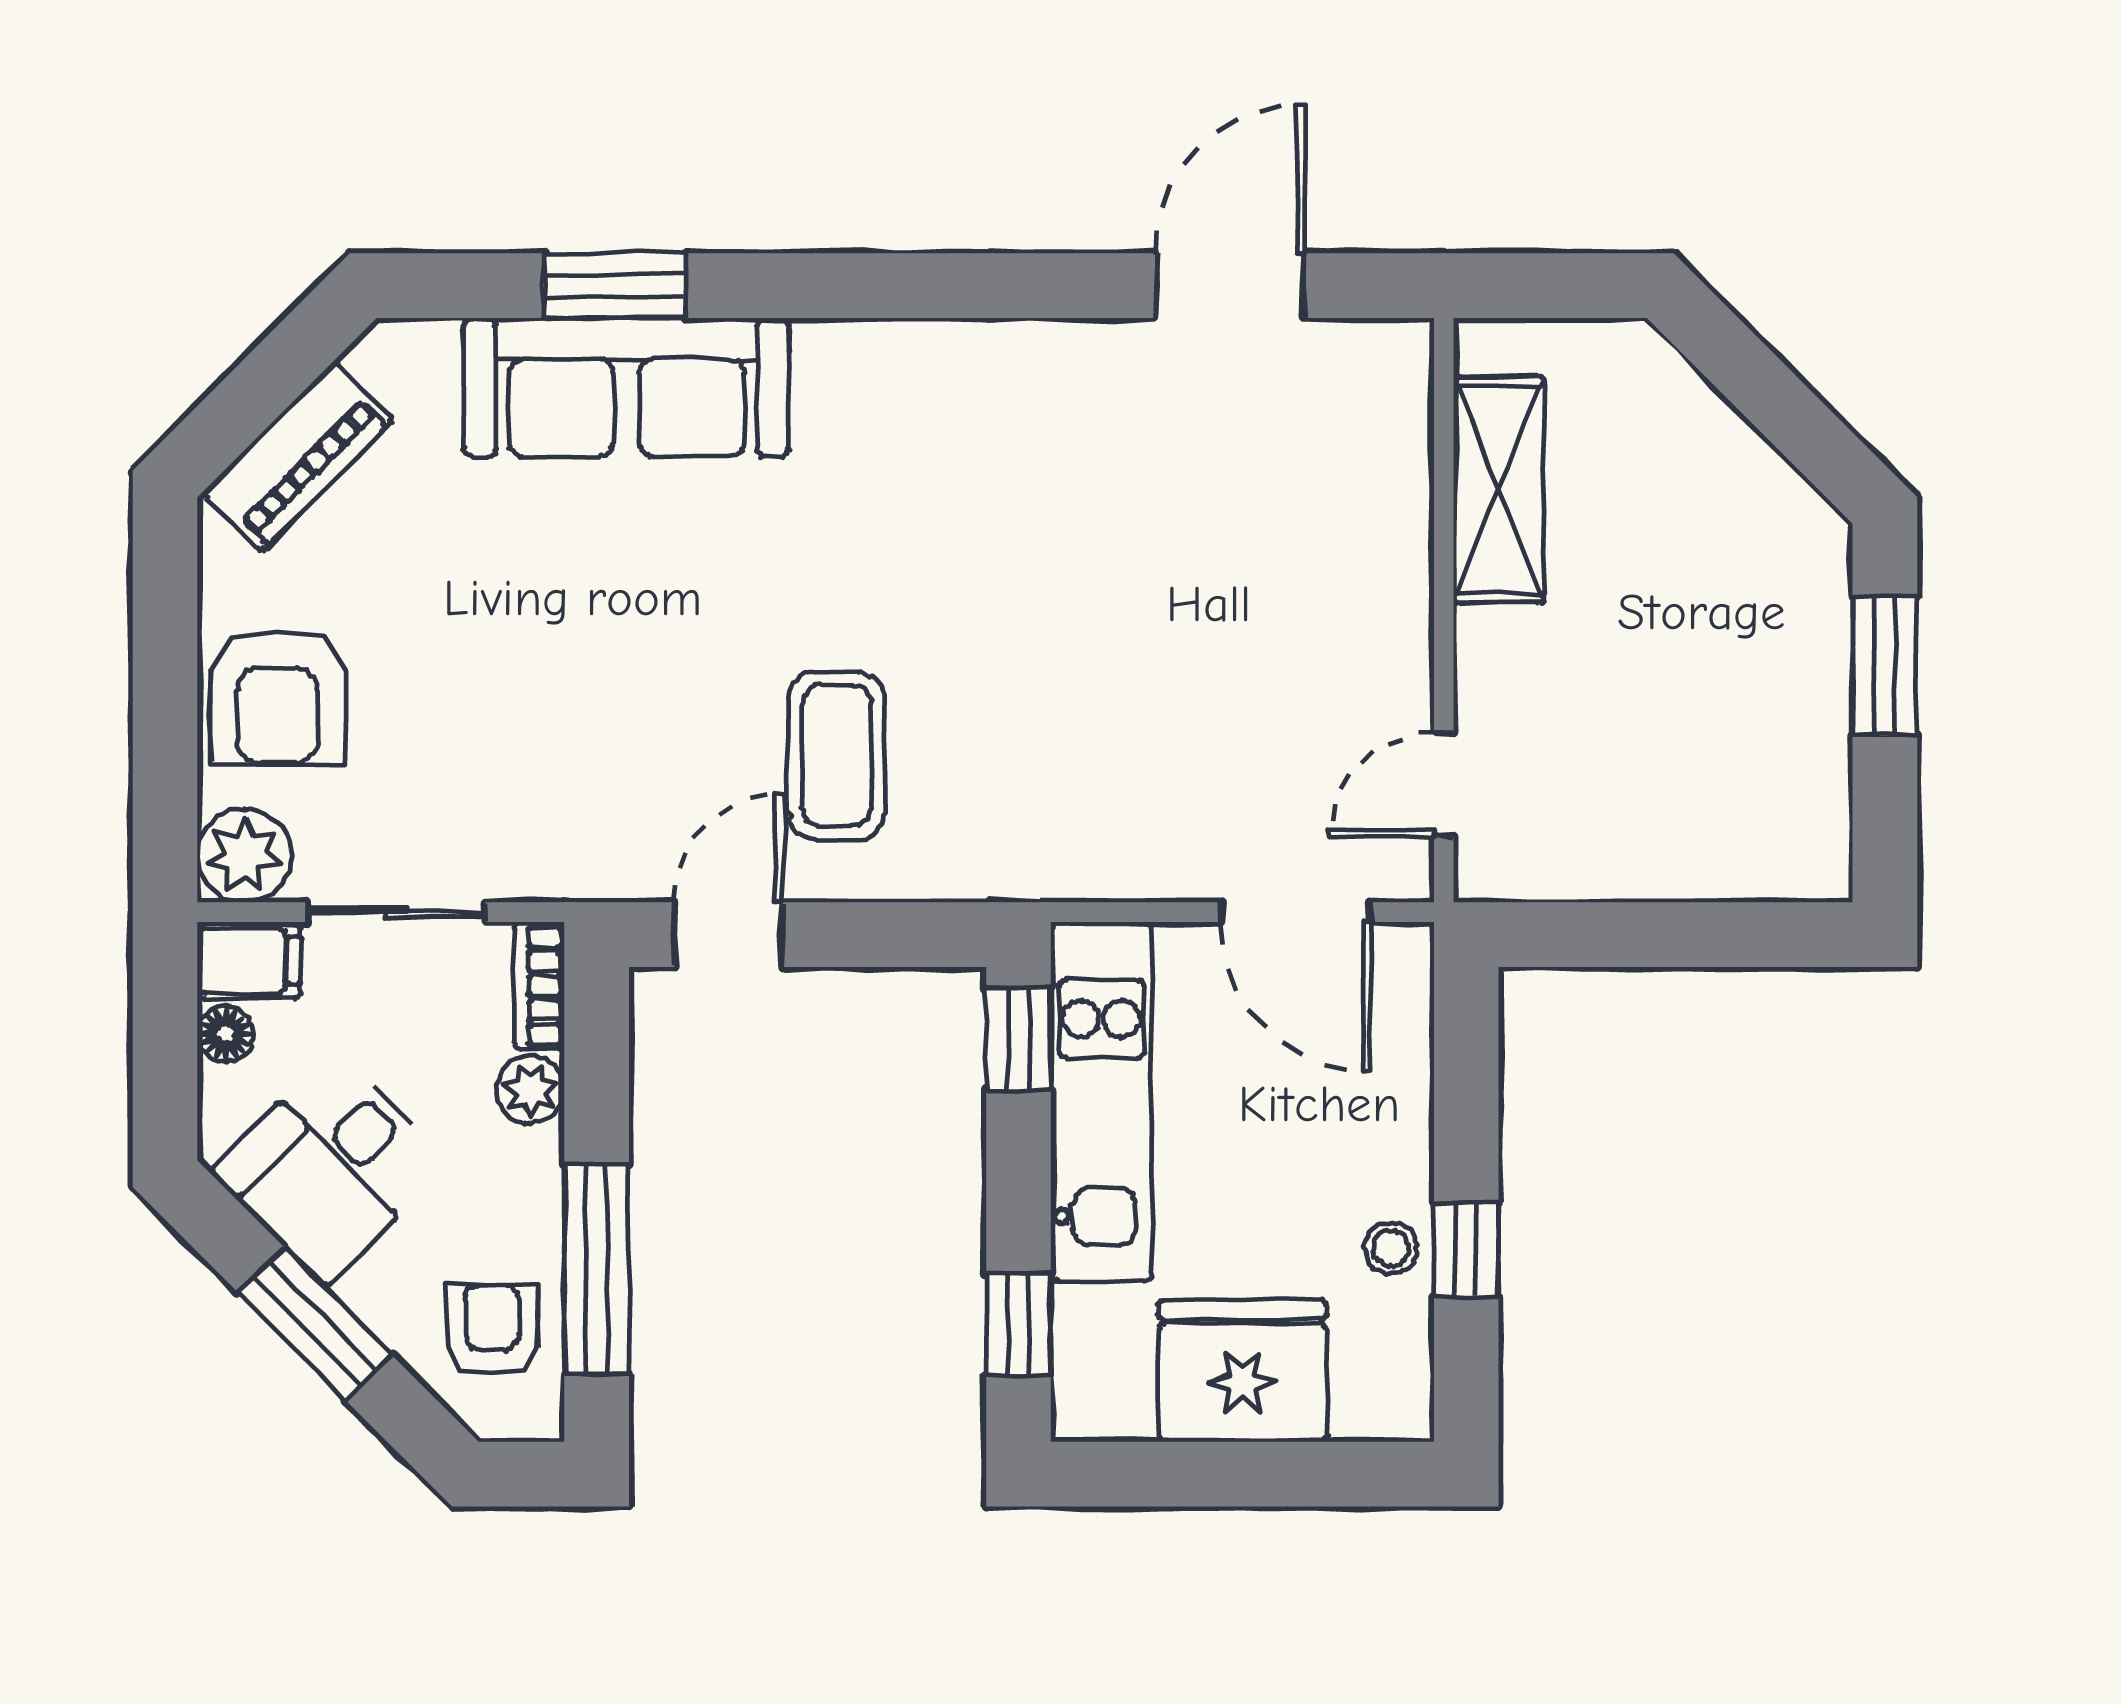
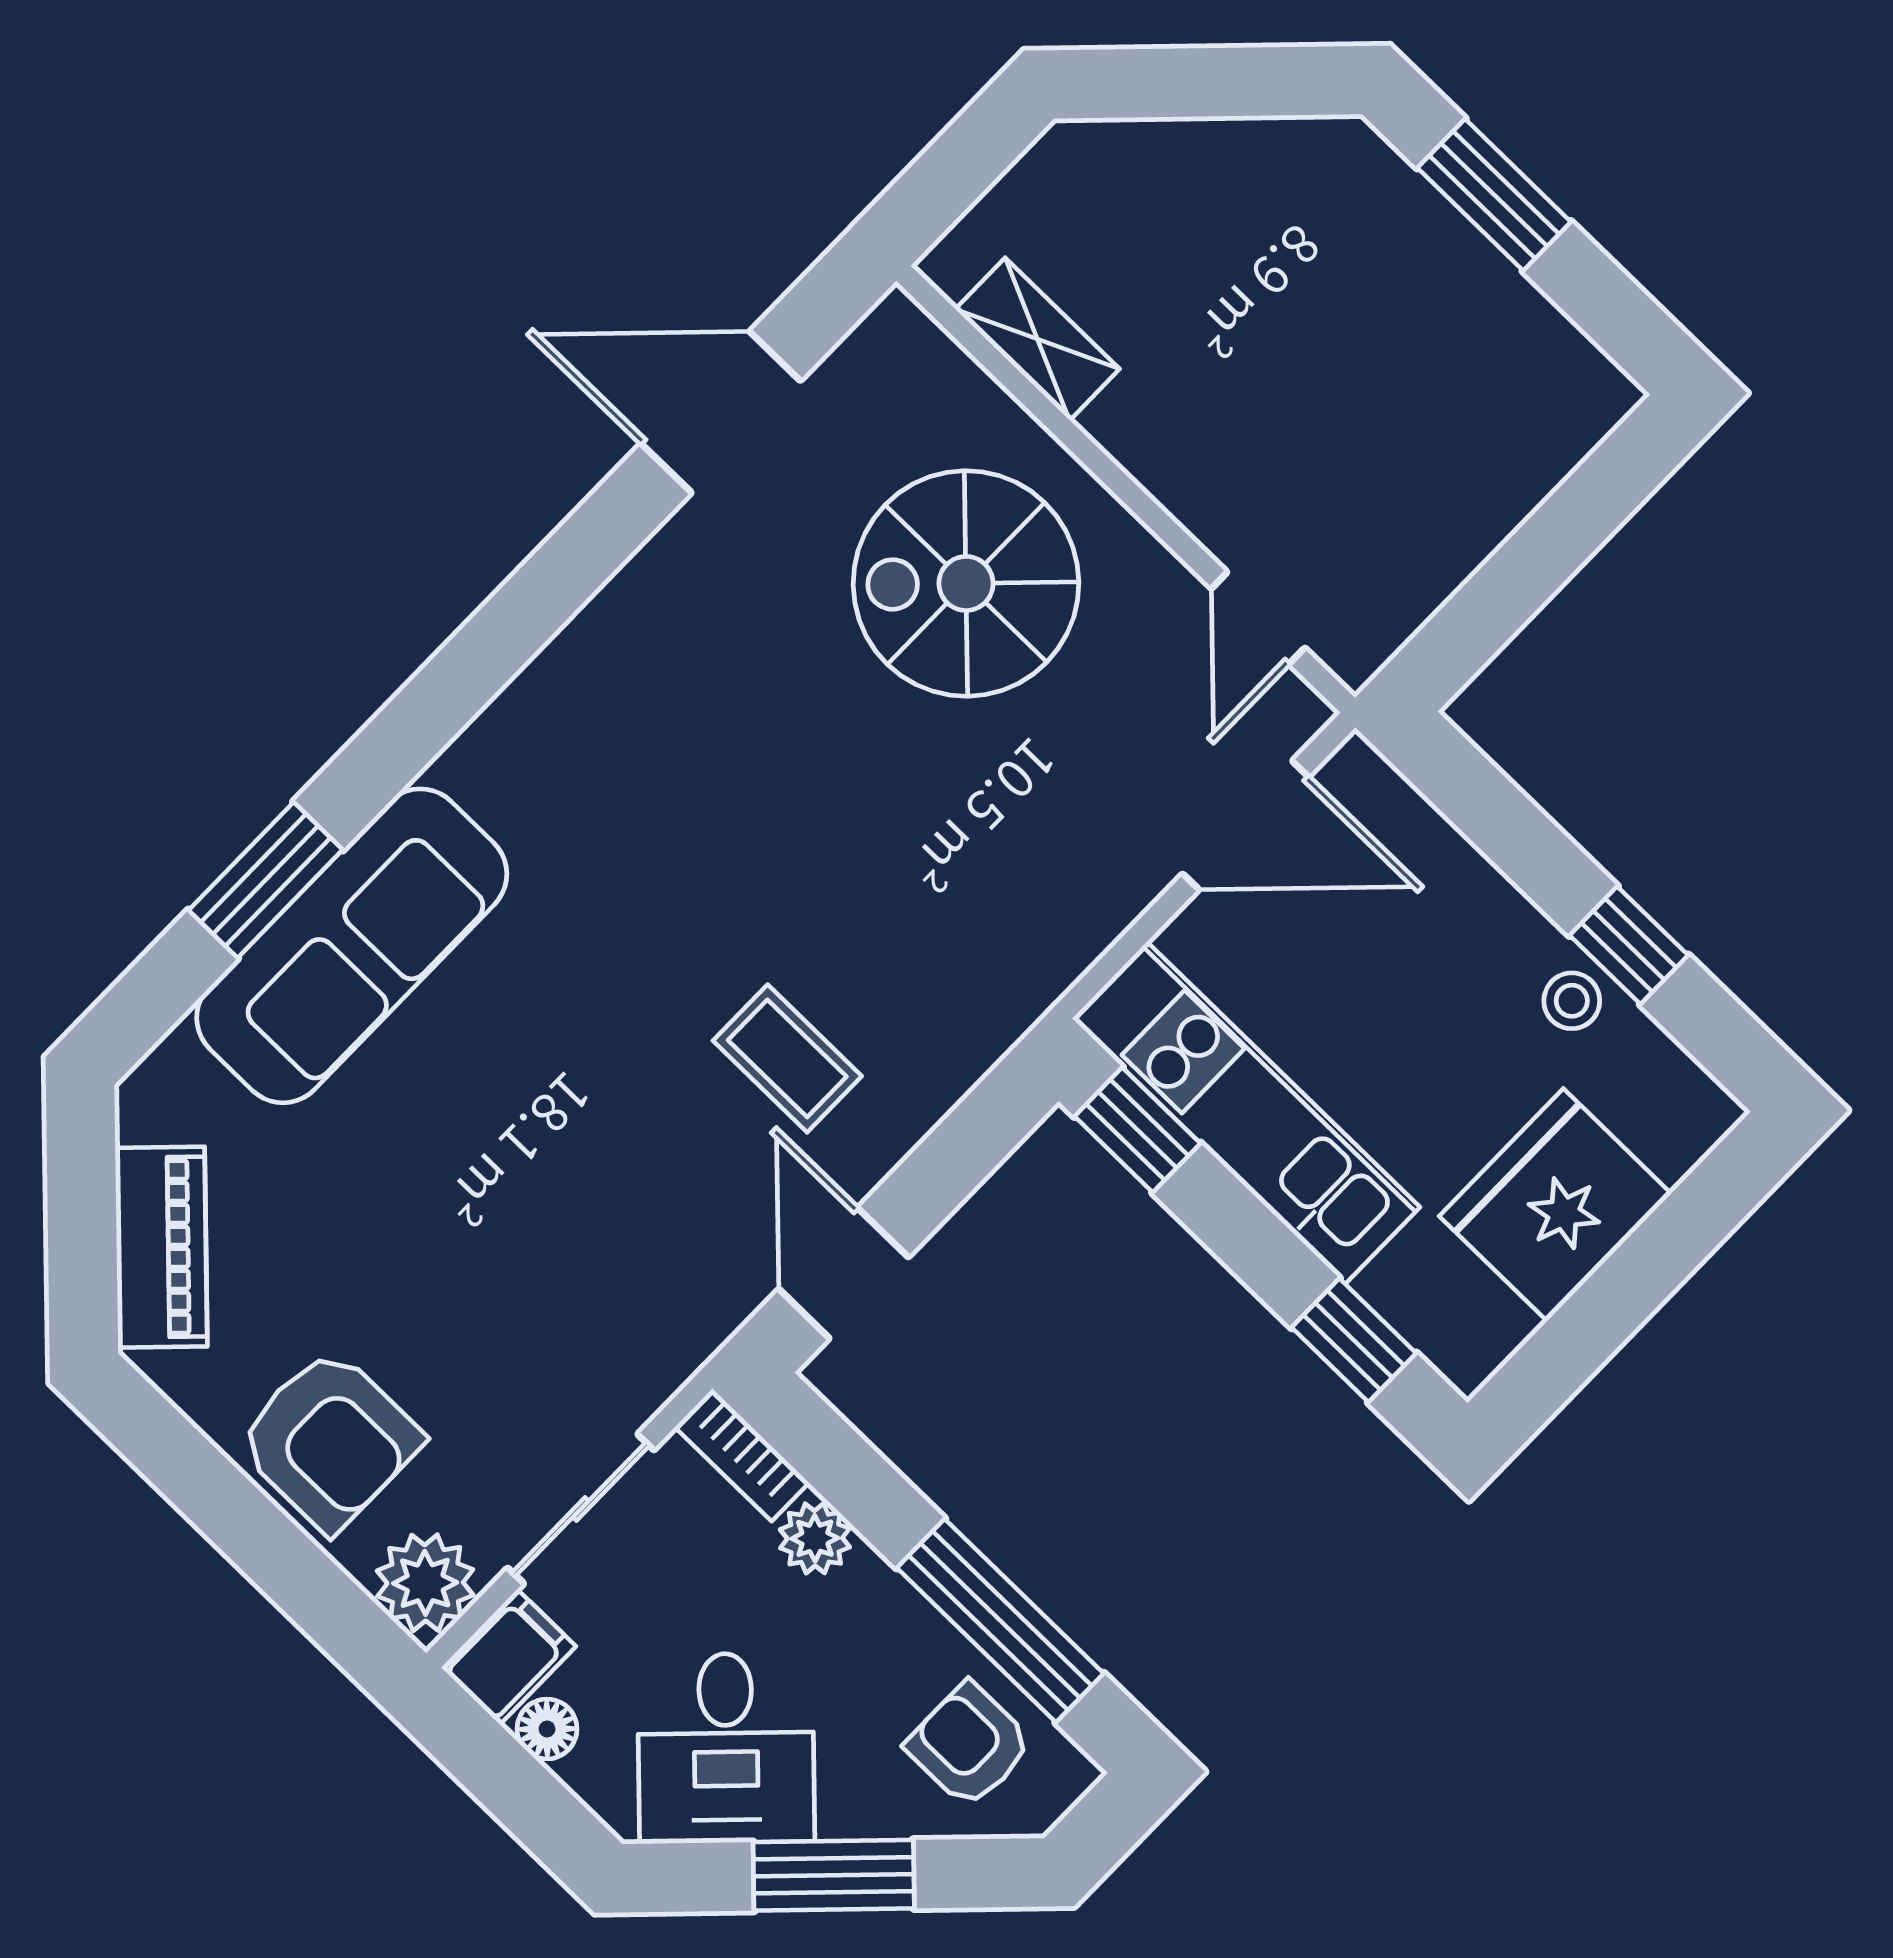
door: (1230, 286) -> (721, 412), hinge flipped
shelving: (1499, 489) -> (1037, 339), width x0.67, depth x0.75
spiral stairs: (1275, 564) -> (966, 583), added
coffee table: (837, 756) -> (787, 1058), width x0.73, depth x0.77

